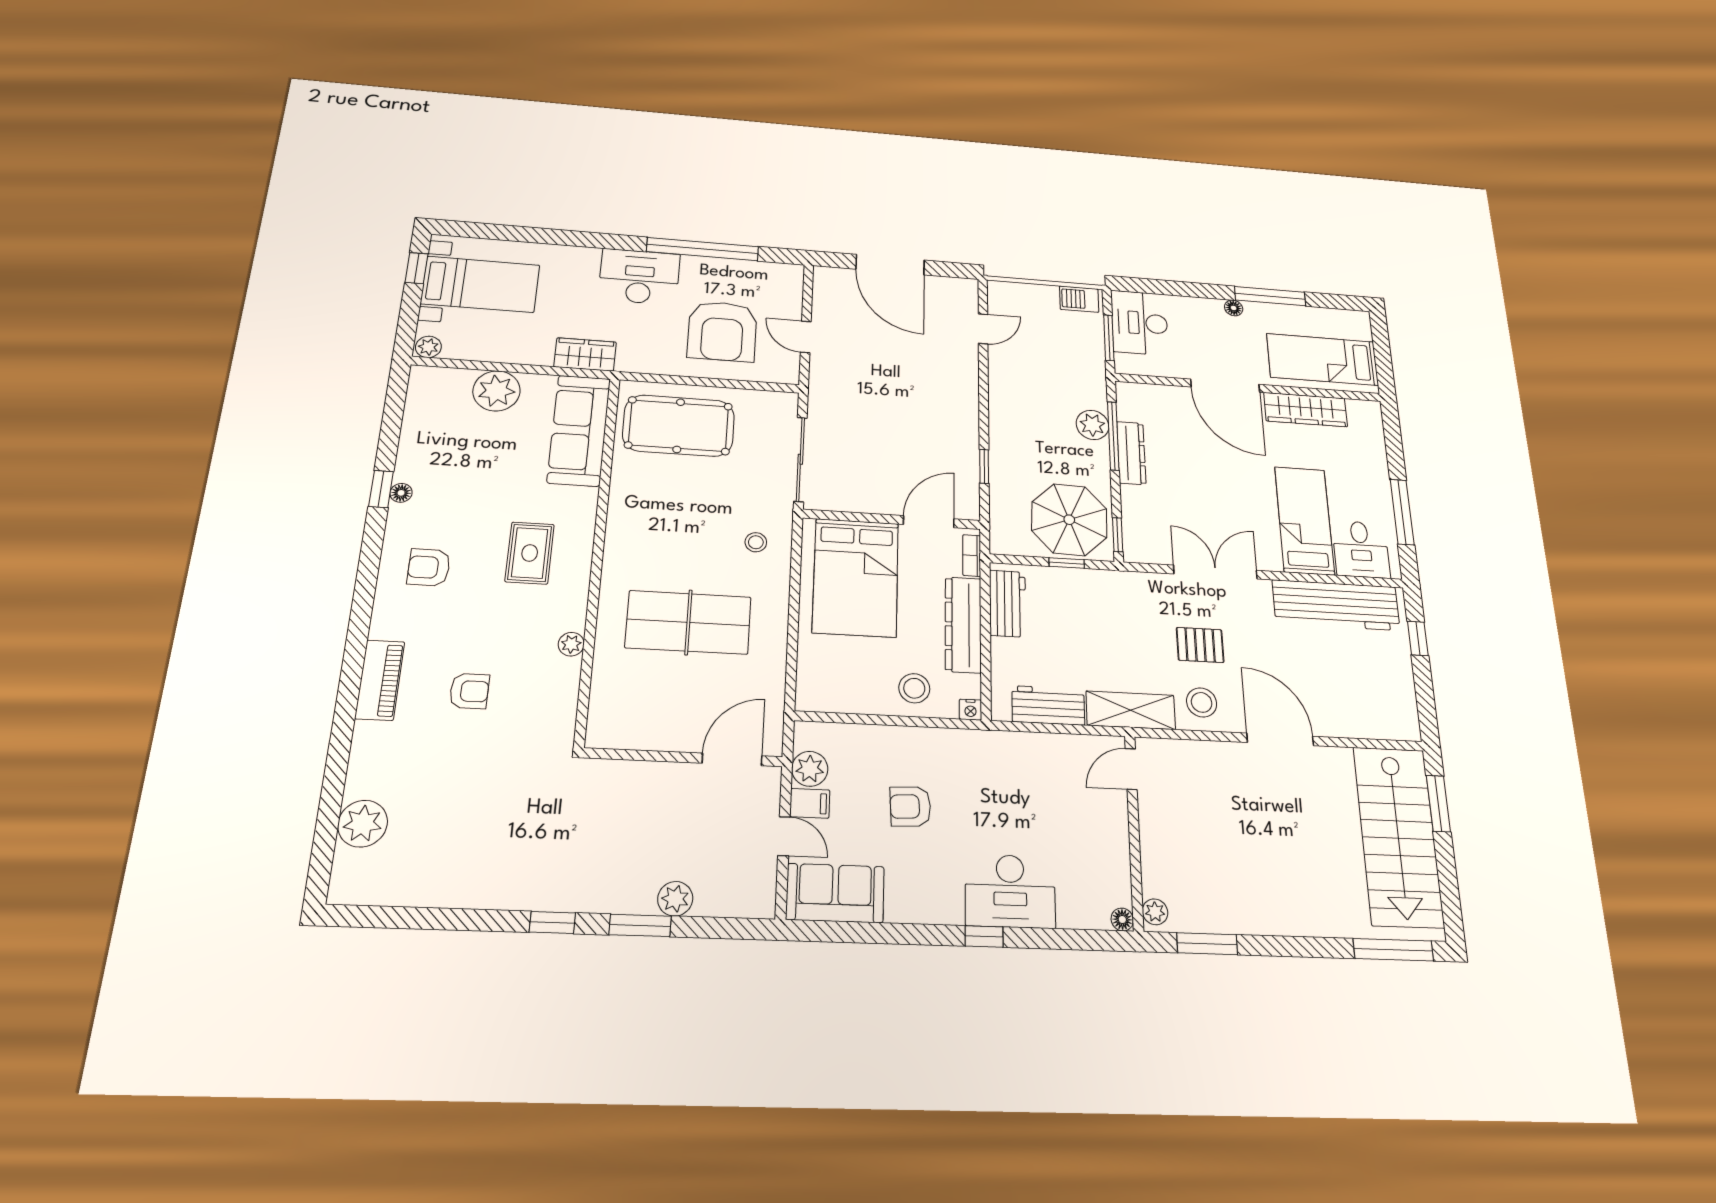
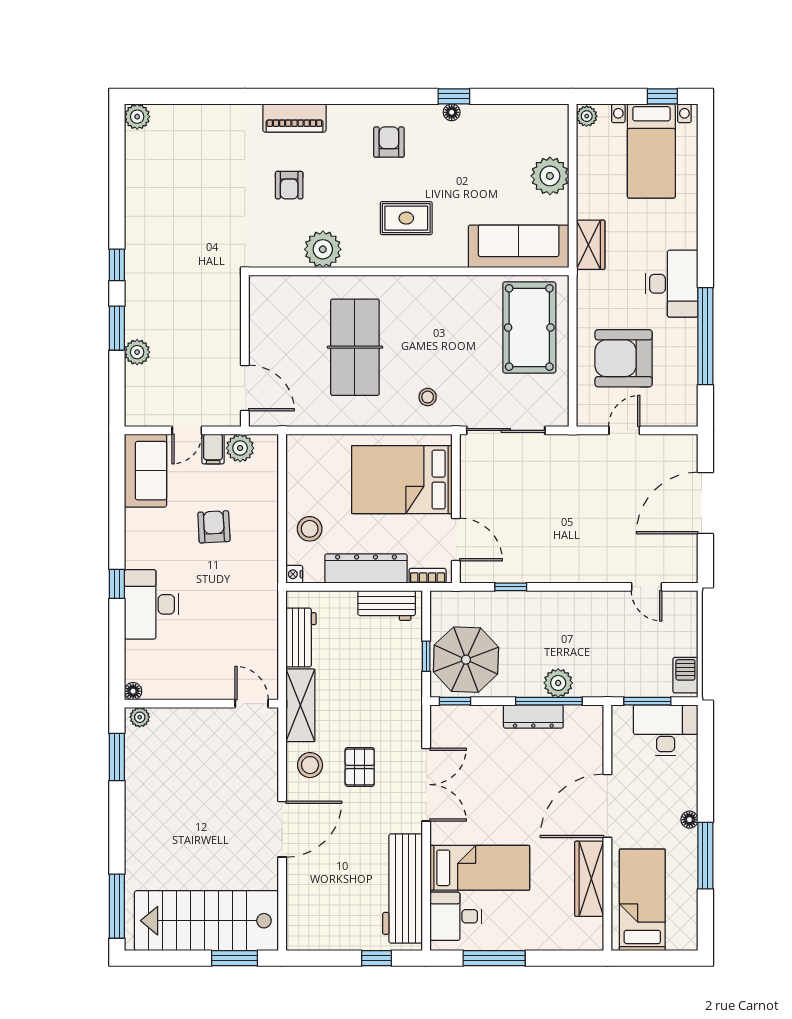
plant: (571, 644) -> (323, 249), width x1.88, depth x1.88
plant: (363, 824) -> (137, 117), moved, width x0.73, depth x0.73

